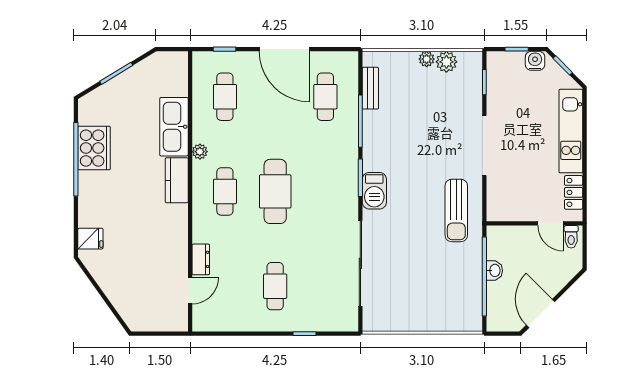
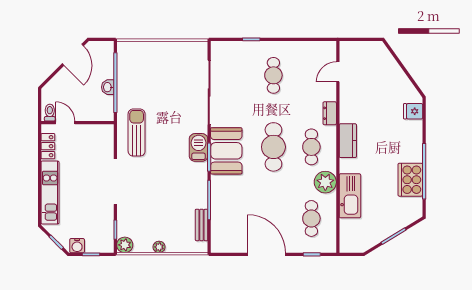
plant: (446, 62) -> (125, 245), moved
cafe table: (325, 97) -> (236, 218), removed
plant: (200, 152) -> (325, 182), width x1.87, depth x1.87
kitchen counter: (177, 180) -> (348, 141), moved
booth: (338, 186) -> (226, 151), added
dresser: (201, 259) -> (330, 113), moved

